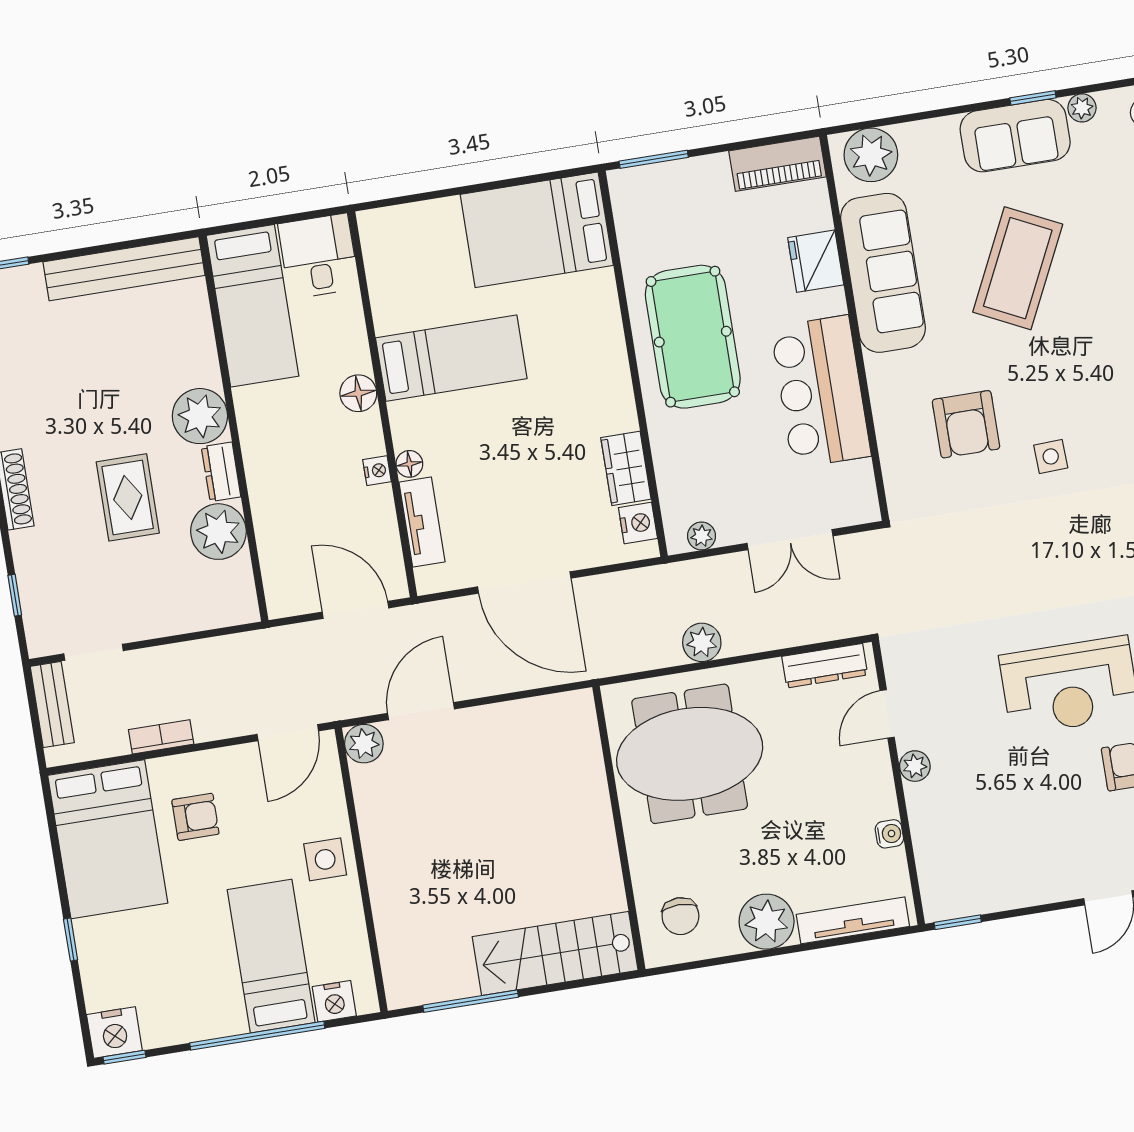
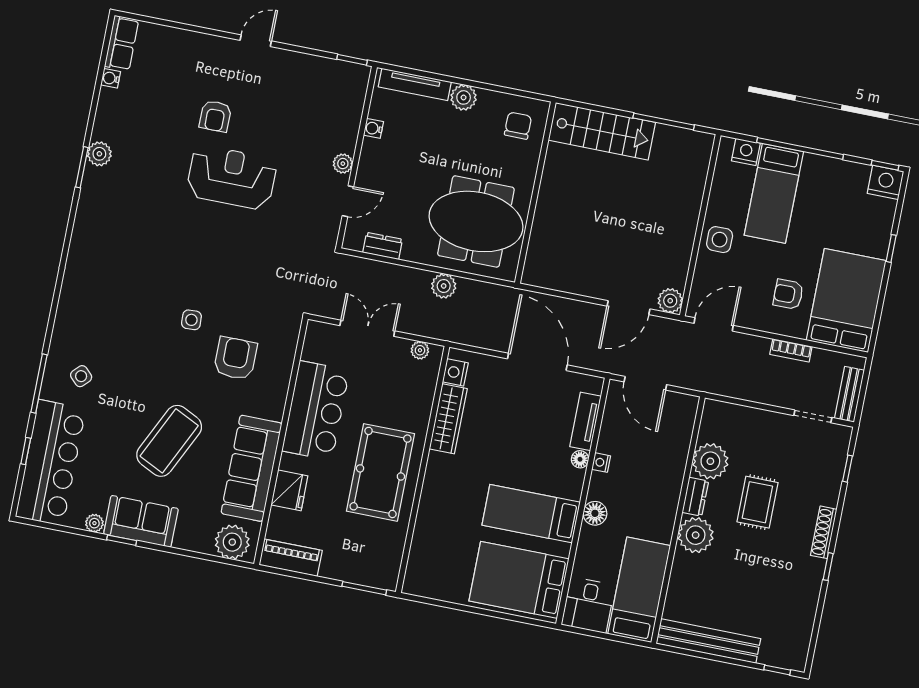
bed: (537, 230) -> (519, 580), moved, turned 180
wardrobe: (626, 468) -> (448, 419), width x1.50
dresser: (825, 666) -> (383, 246), width x0.70
plant: (767, 922) -> (464, 97), width x0.73, depth x0.73

